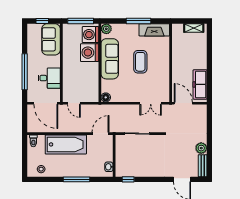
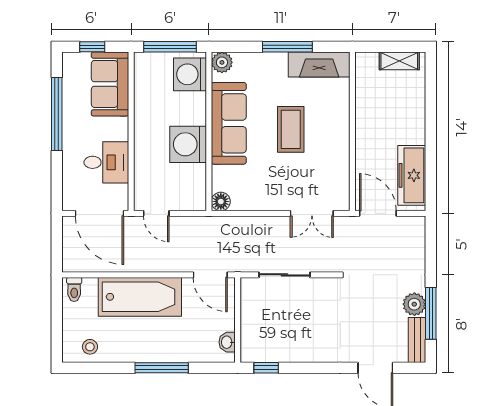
washing machine: (90, 53) -> (188, 144), moved
window: (25, 72) -> (57, 114), moved
door: (101, 134) -> (210, 275), swing flipped
window: (209, 153) -> (431, 313), added

